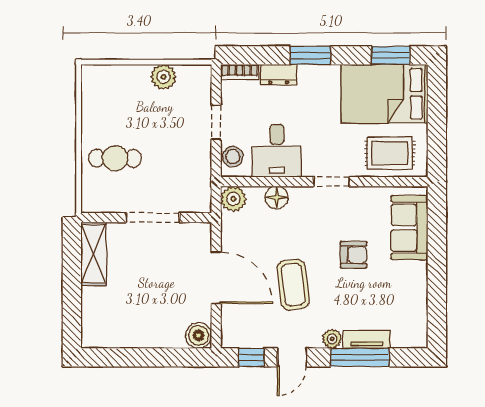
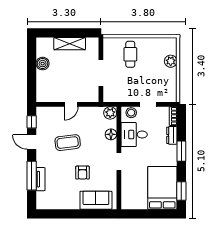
plant: (163, 77) -> (171, 61), moved
rug: (390, 153) -> (133, 191), removed
shelving: (93, 254) -> (70, 44), moved
door: (216, 278) -> (71, 104), width x0.53
boiler: (199, 335) -> (43, 64), moved
plant: (332, 339) -> (41, 162), removed

